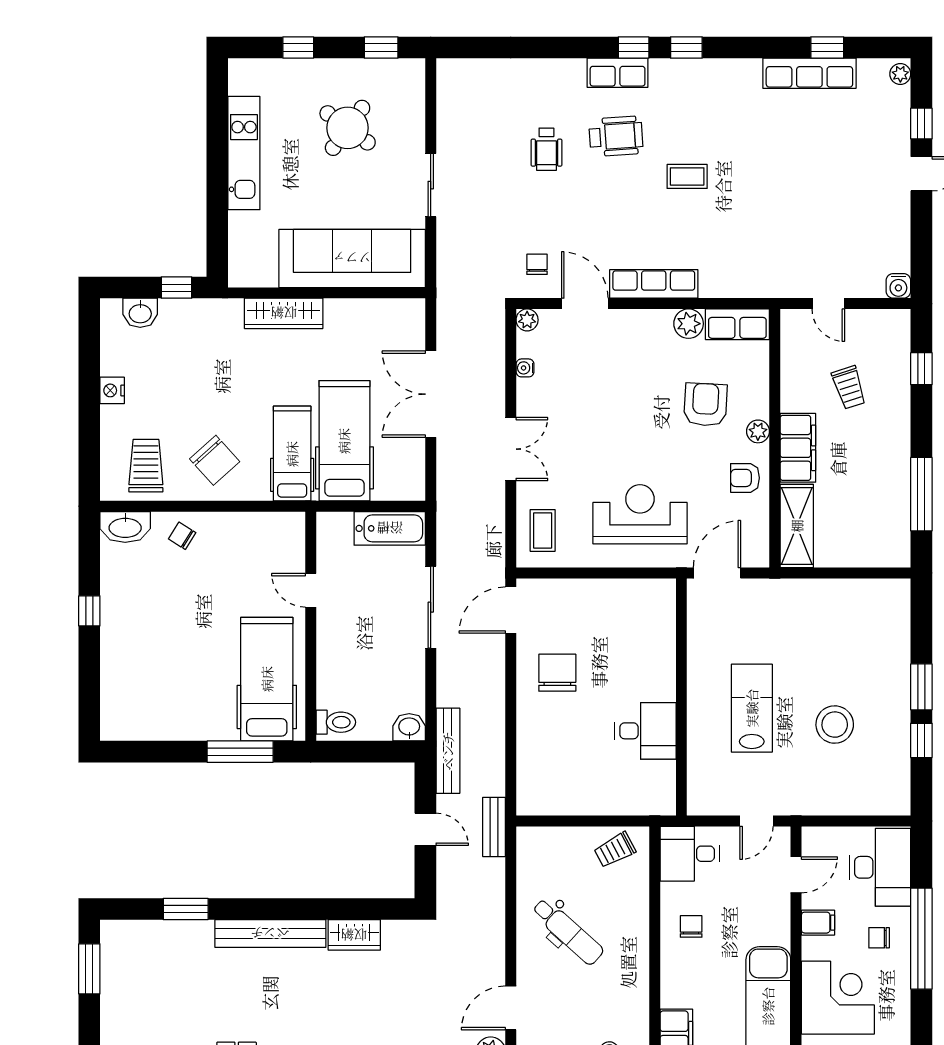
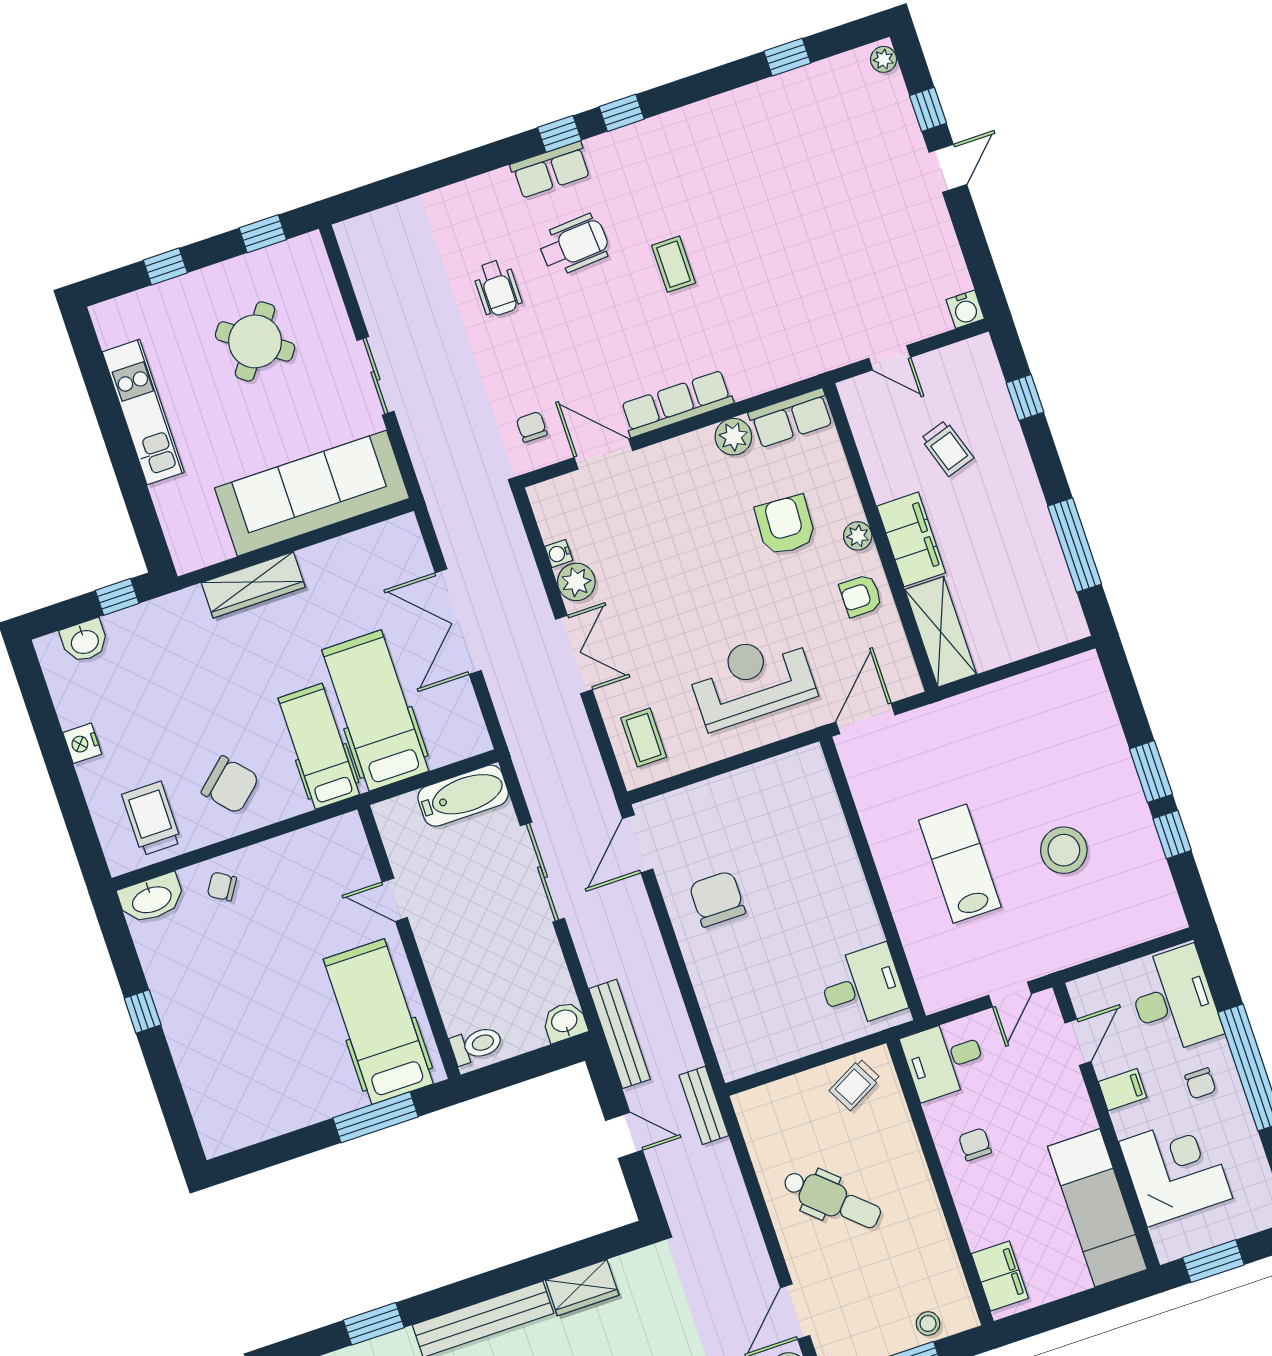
row of seats: (809, 73) -> (776, 94), removed
coffee table: (687, 176) -> (673, 264), turned 90
plant: (527, 320) -> (576, 582), moved, width x1.38, depth x1.38
desk: (645, 731) -> (862, 986), moved
chair: (879, 938) -> (1200, 1083), turned -90

